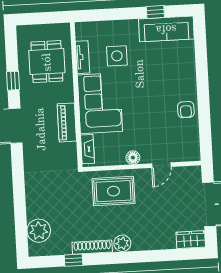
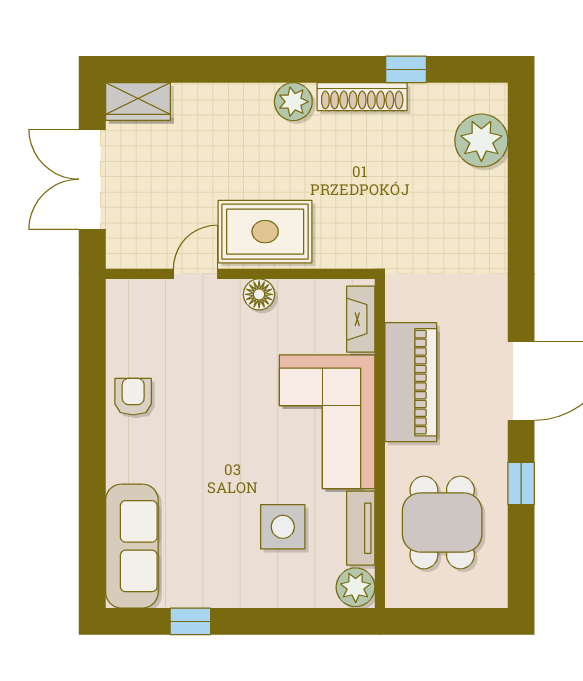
sofa: (166, 29) -> (132, 546), moved, turned 90
plant: (83, 31) -> (356, 587), added
piano: (67, 122) -> (411, 382), width x1.37, depth x1.33
rug: (113, 191) -> (265, 232), moved

